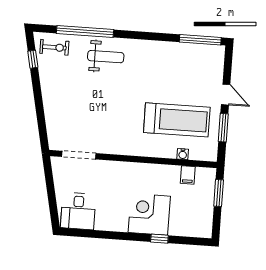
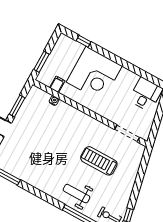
treadmill: (177, 120) -> (99, 161), moved, width x0.73, depth x0.73
corner desk: (149, 214) -> (94, 74), width x1.36, depth x1.36
window: (159, 239) -> (84, 41), moved

